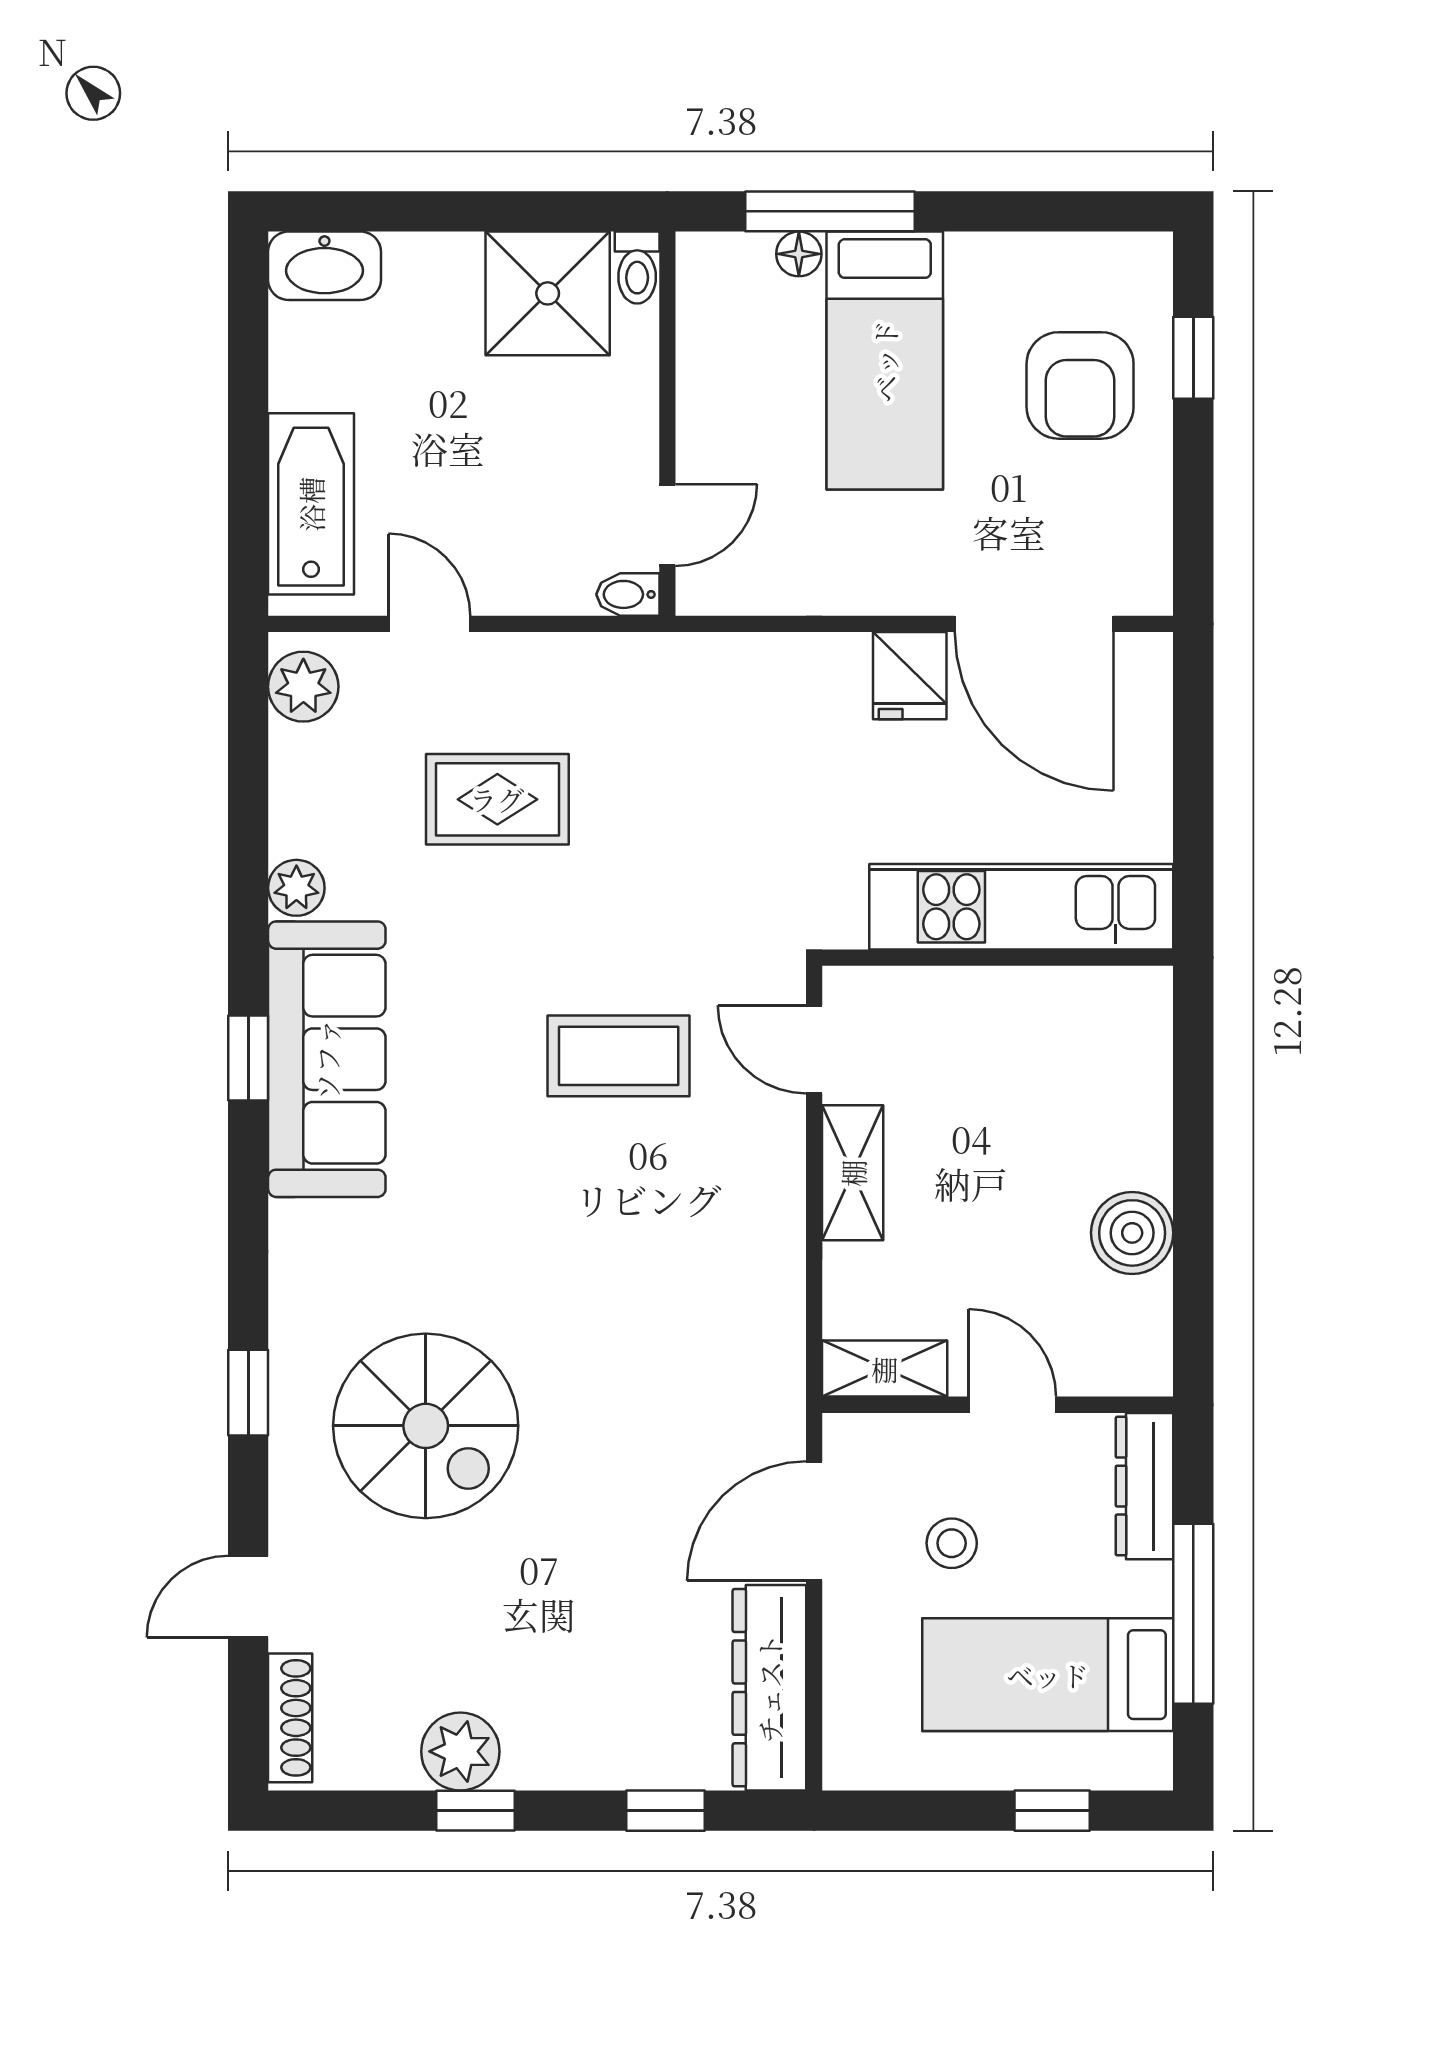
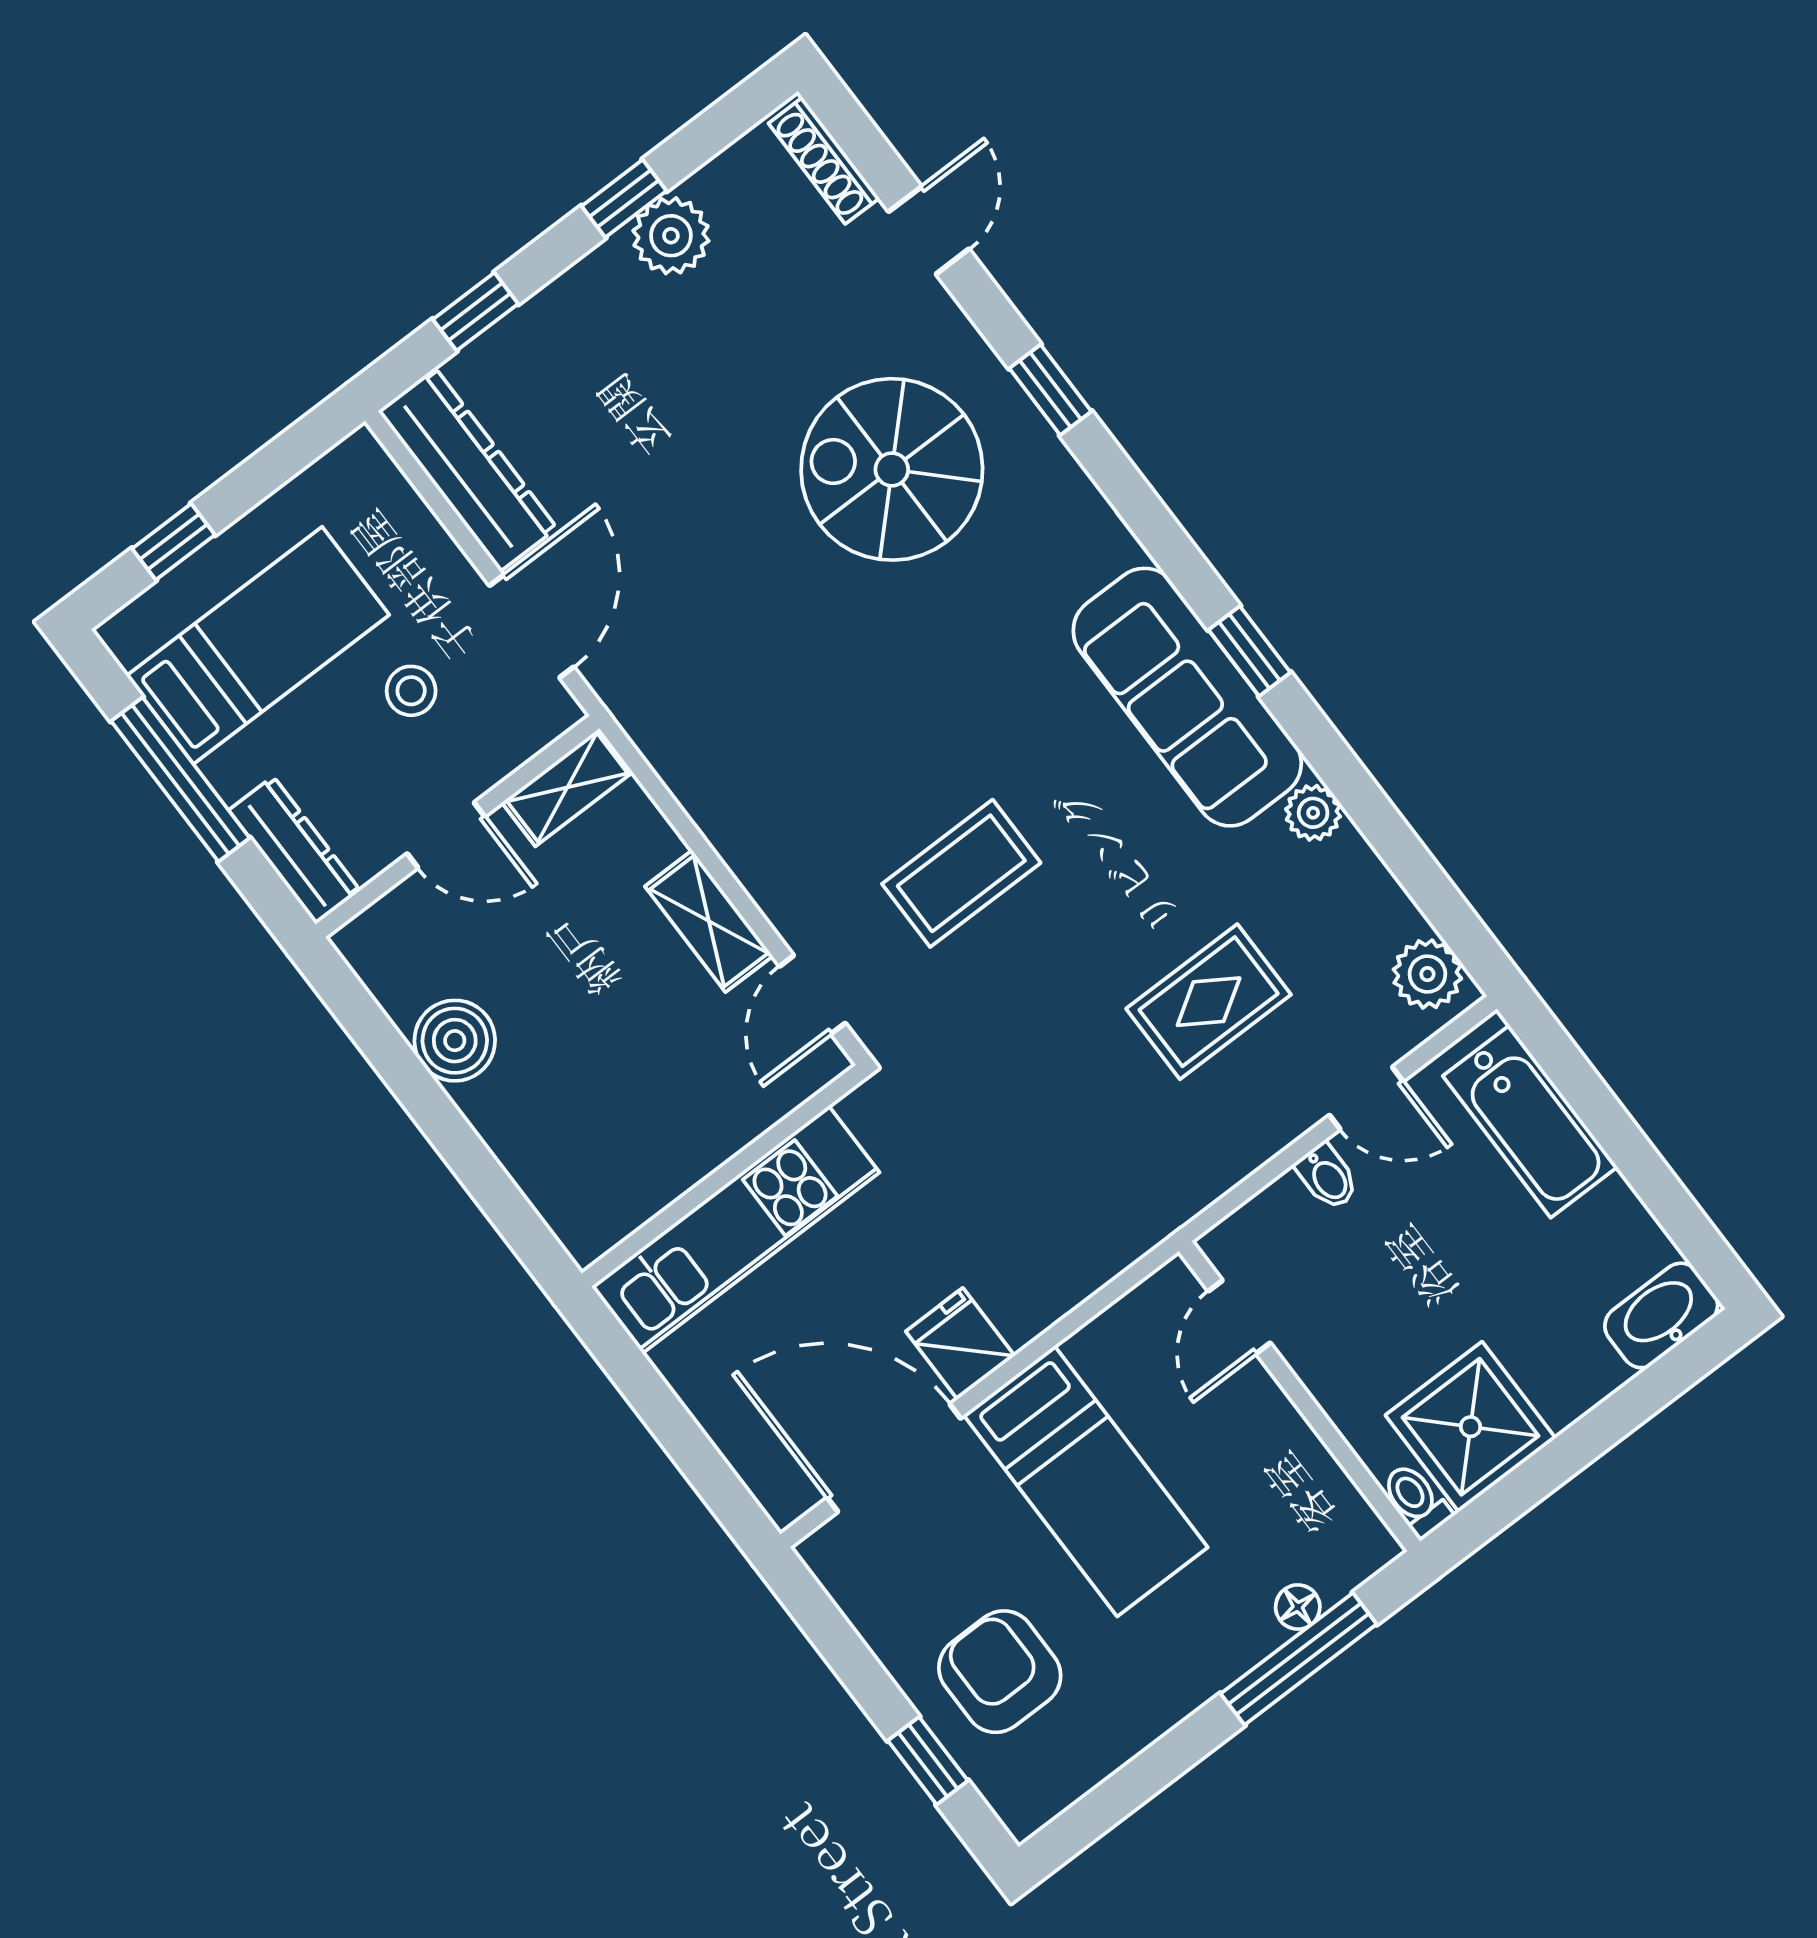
bed: (885, 361) -> (1086, 1481), moved, turned 180
bidet: (628, 594) -> (1327, 1177), moved, turned 90
door: (814, 1049) -> (812, 995), swing flipped

